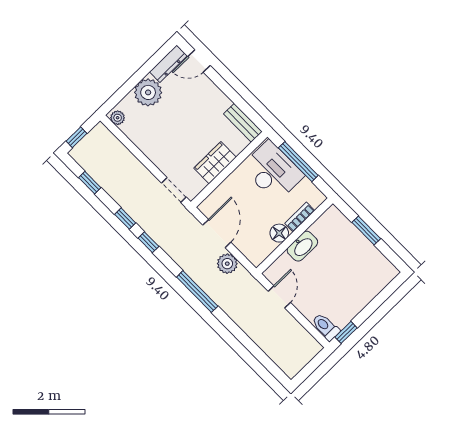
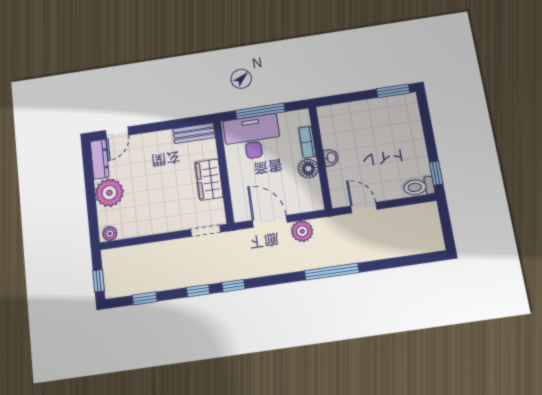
window: (366, 231) -> (393, 91), moved
washbasin: (302, 246) -> (331, 158), width x0.52, depth x0.69
window: (197, 292) -> (332, 272), moved

